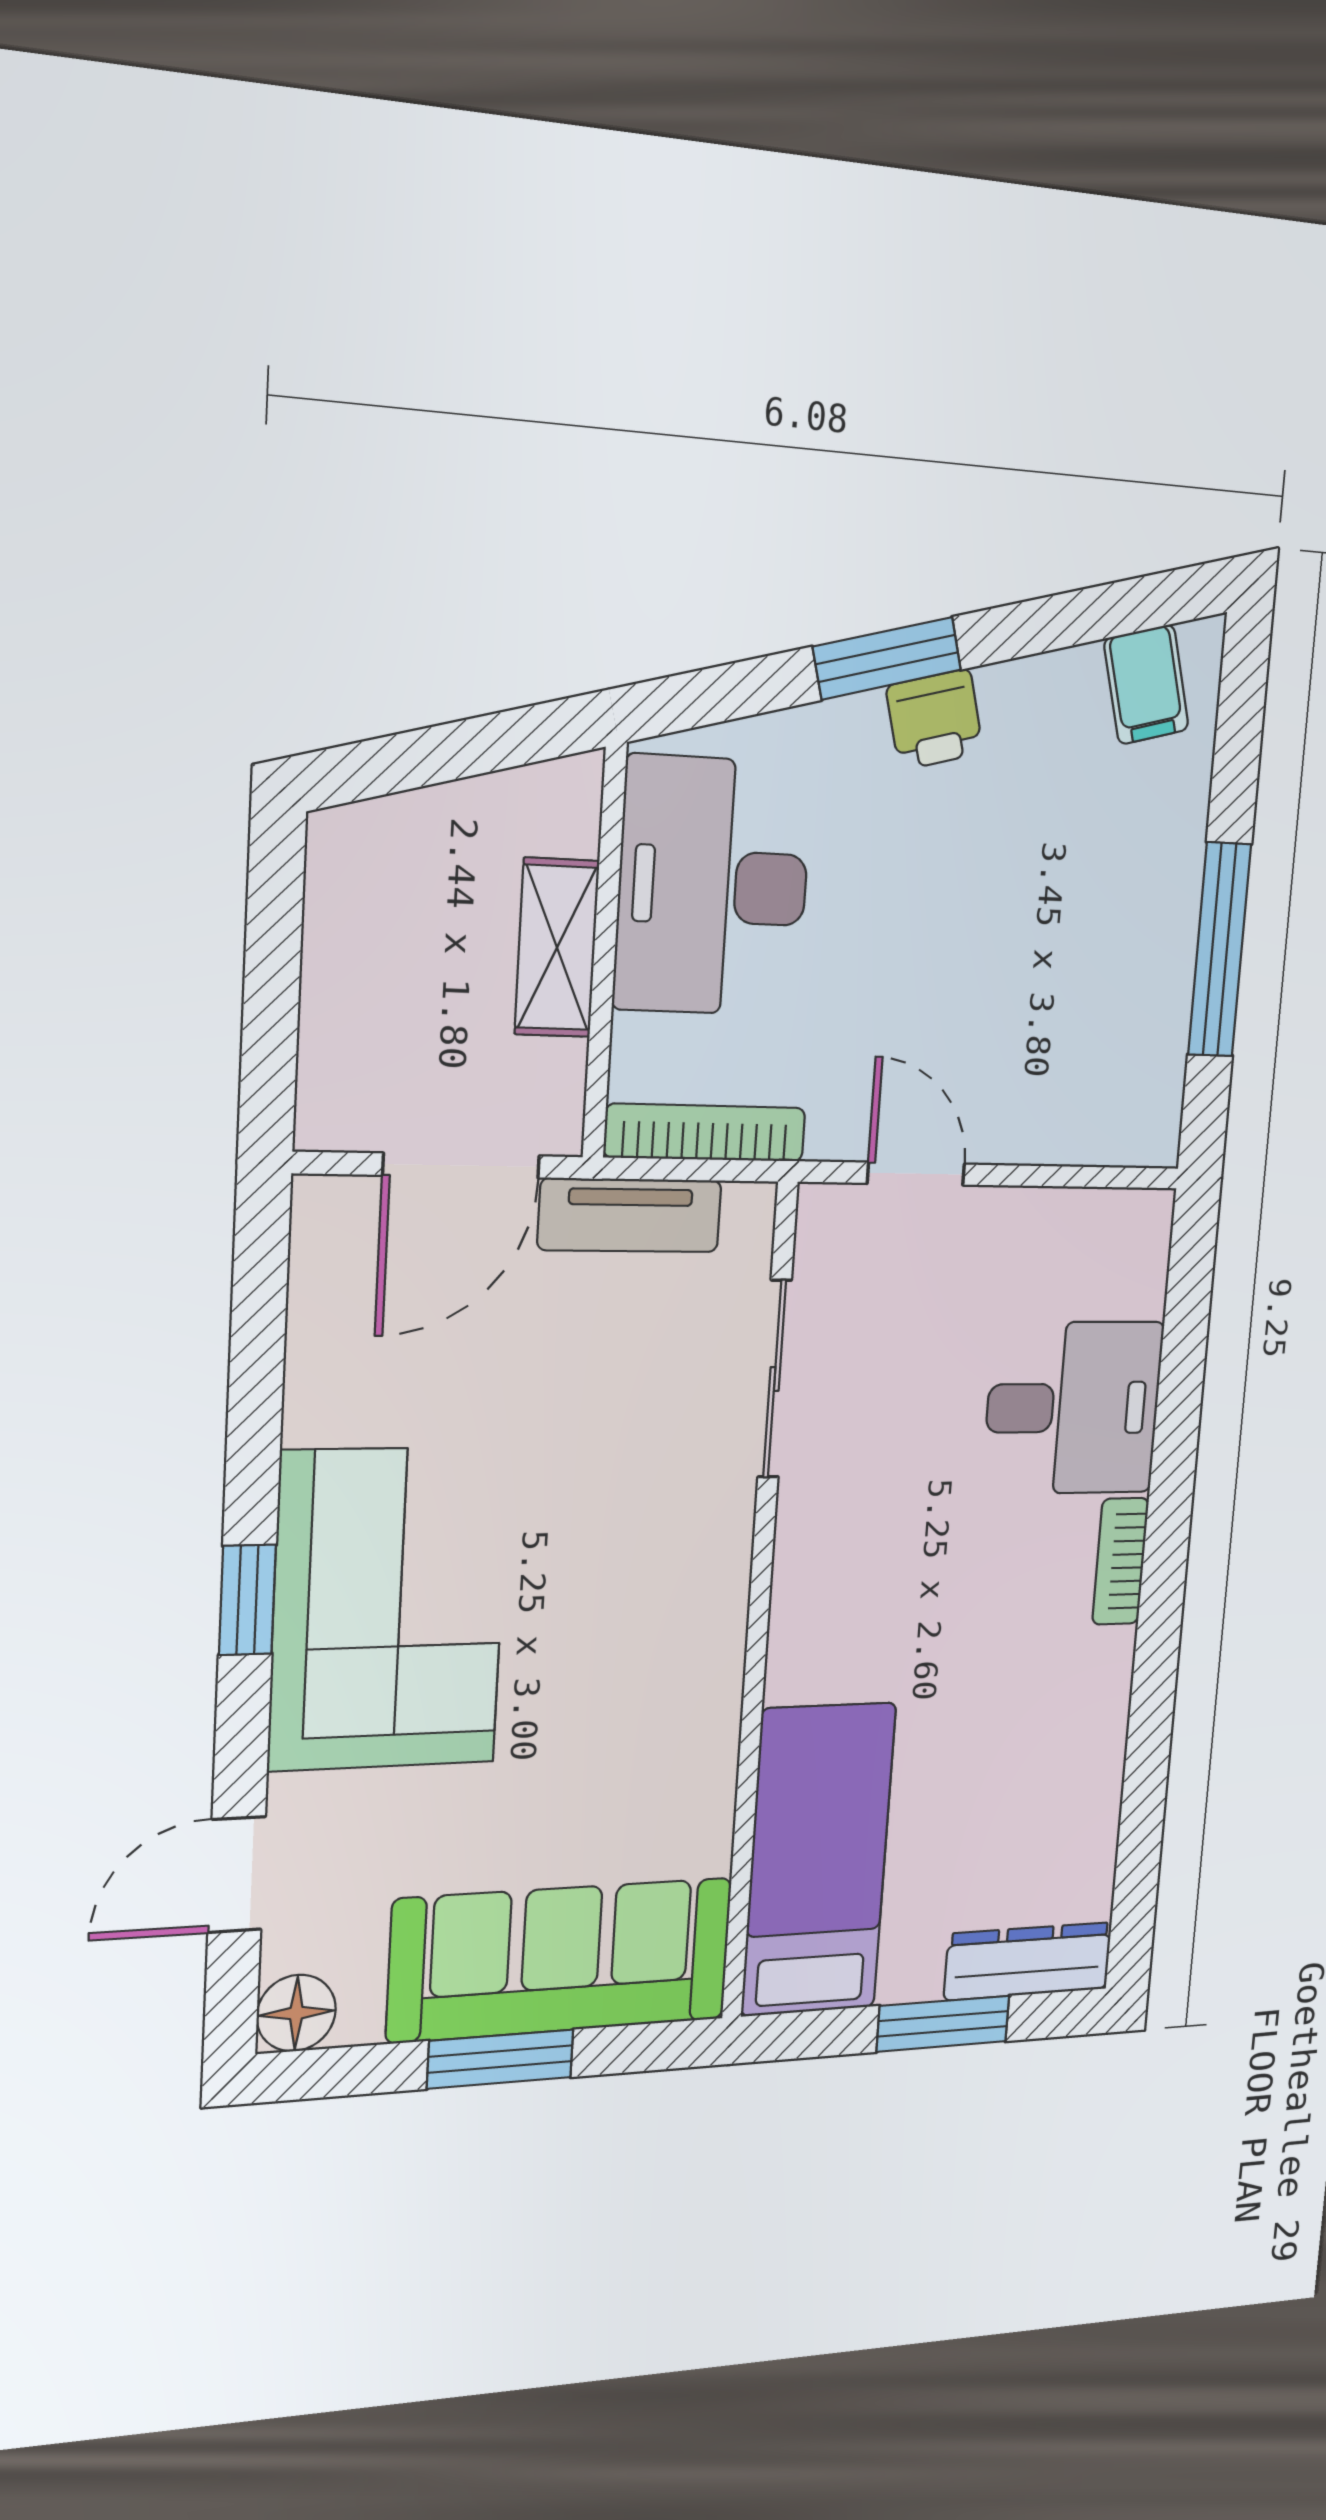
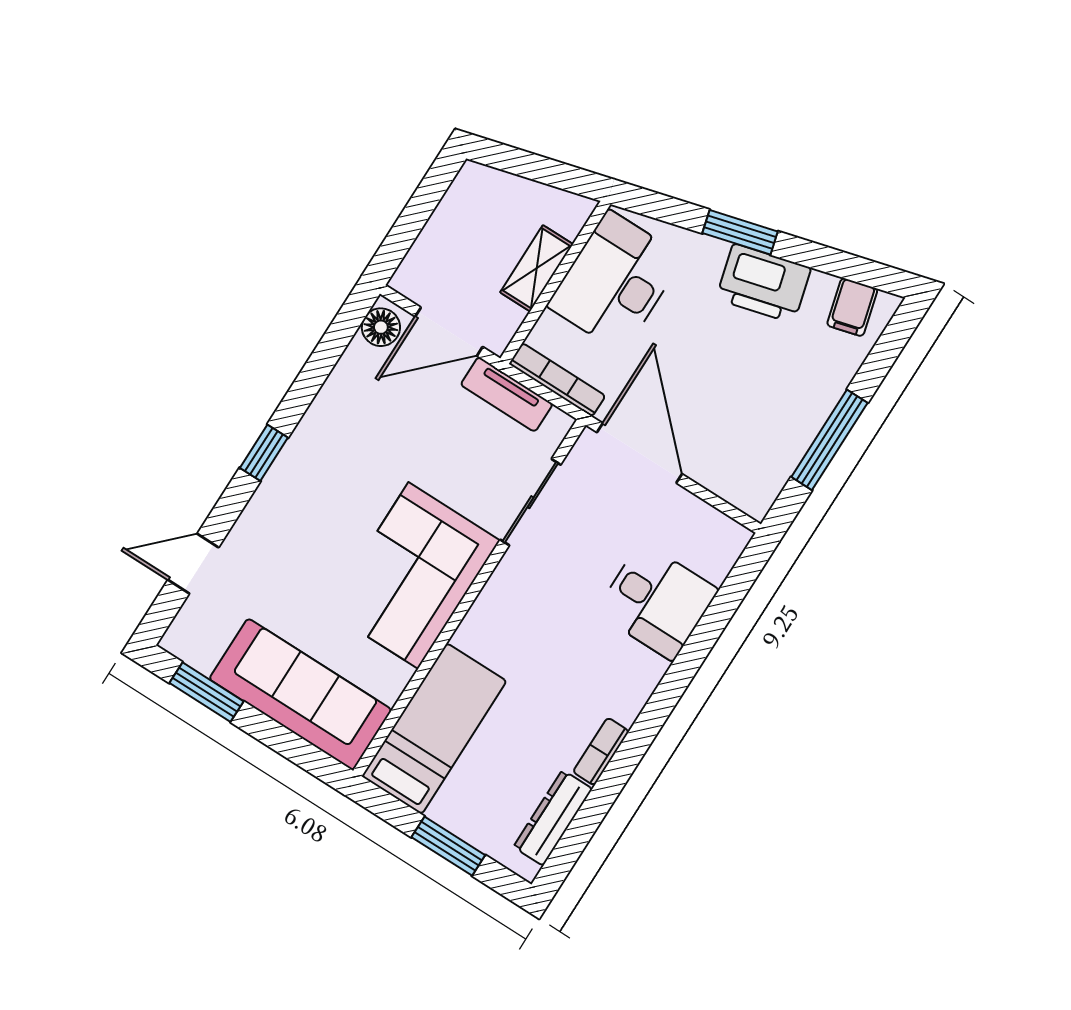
printer: (935, 720) -> (763, 283), width x1.87, depth x1.48
door: (916, 1174) -> (640, 453), width x1.88
bookcase: (1120, 1561) -> (601, 752), moved
corner sofa: (389, 1609) -> (413, 575), moved, turned 180
dresser: (1028, 1961) -> (553, 818), moved, turned -90
floor lamp: (296, 2013) -> (381, 327), moved
window: (500, 2059) -> (206, 692), moved

